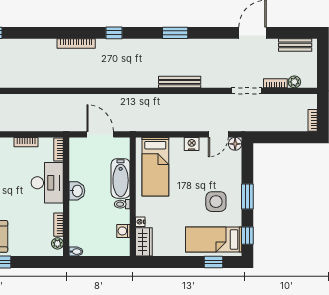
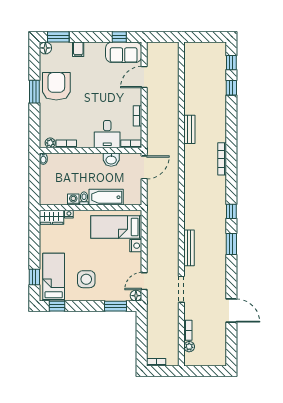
window: (114, 33) -> (231, 211), moved
bench: (295, 45) -> (189, 129), moved
doorway: (247, 91) -> (181, 289), moved
door: (100, 134) -> (144, 167), moved
door: (218, 134) -> (144, 281), hinge flipped
nightstand: (192, 144) -> (136, 246), moved
desk: (47, 183) -> (107, 134), width x0.73
washbasin: (77, 191) -> (111, 160), moved
window: (247, 196) -> (115, 306), moved
washing machine: (123, 231) -> (73, 200), moved

